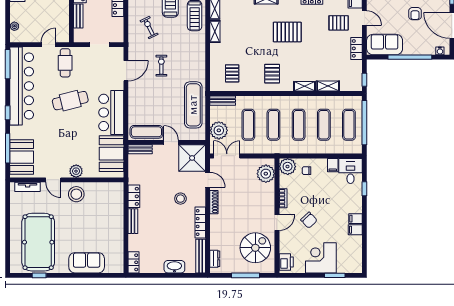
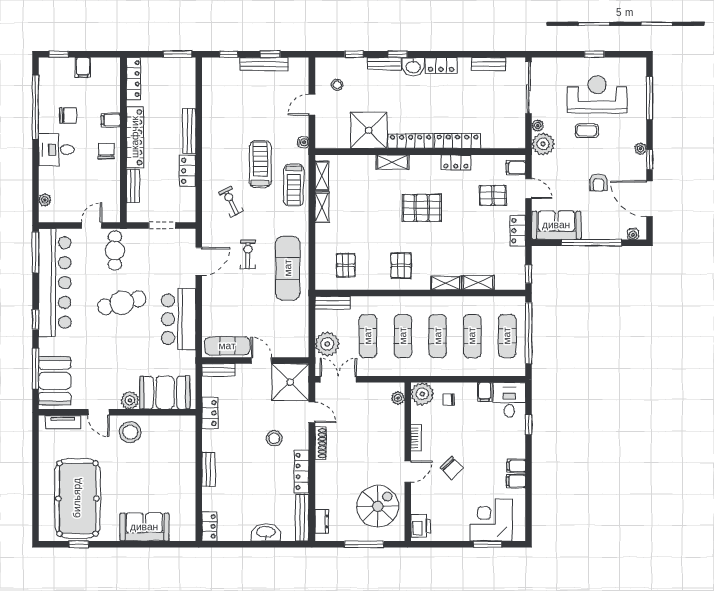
exercise mat: (193, 105) -> (288, 268), moved
booth: (112, 154) -> (165, 392), moved, turned 90
plant: (266, 174) -> (398, 398), width x0.53, depth x0.53
locker: (134, 196) -> (210, 413), moved
corner desk: (321, 258) -> (491, 520), moved

